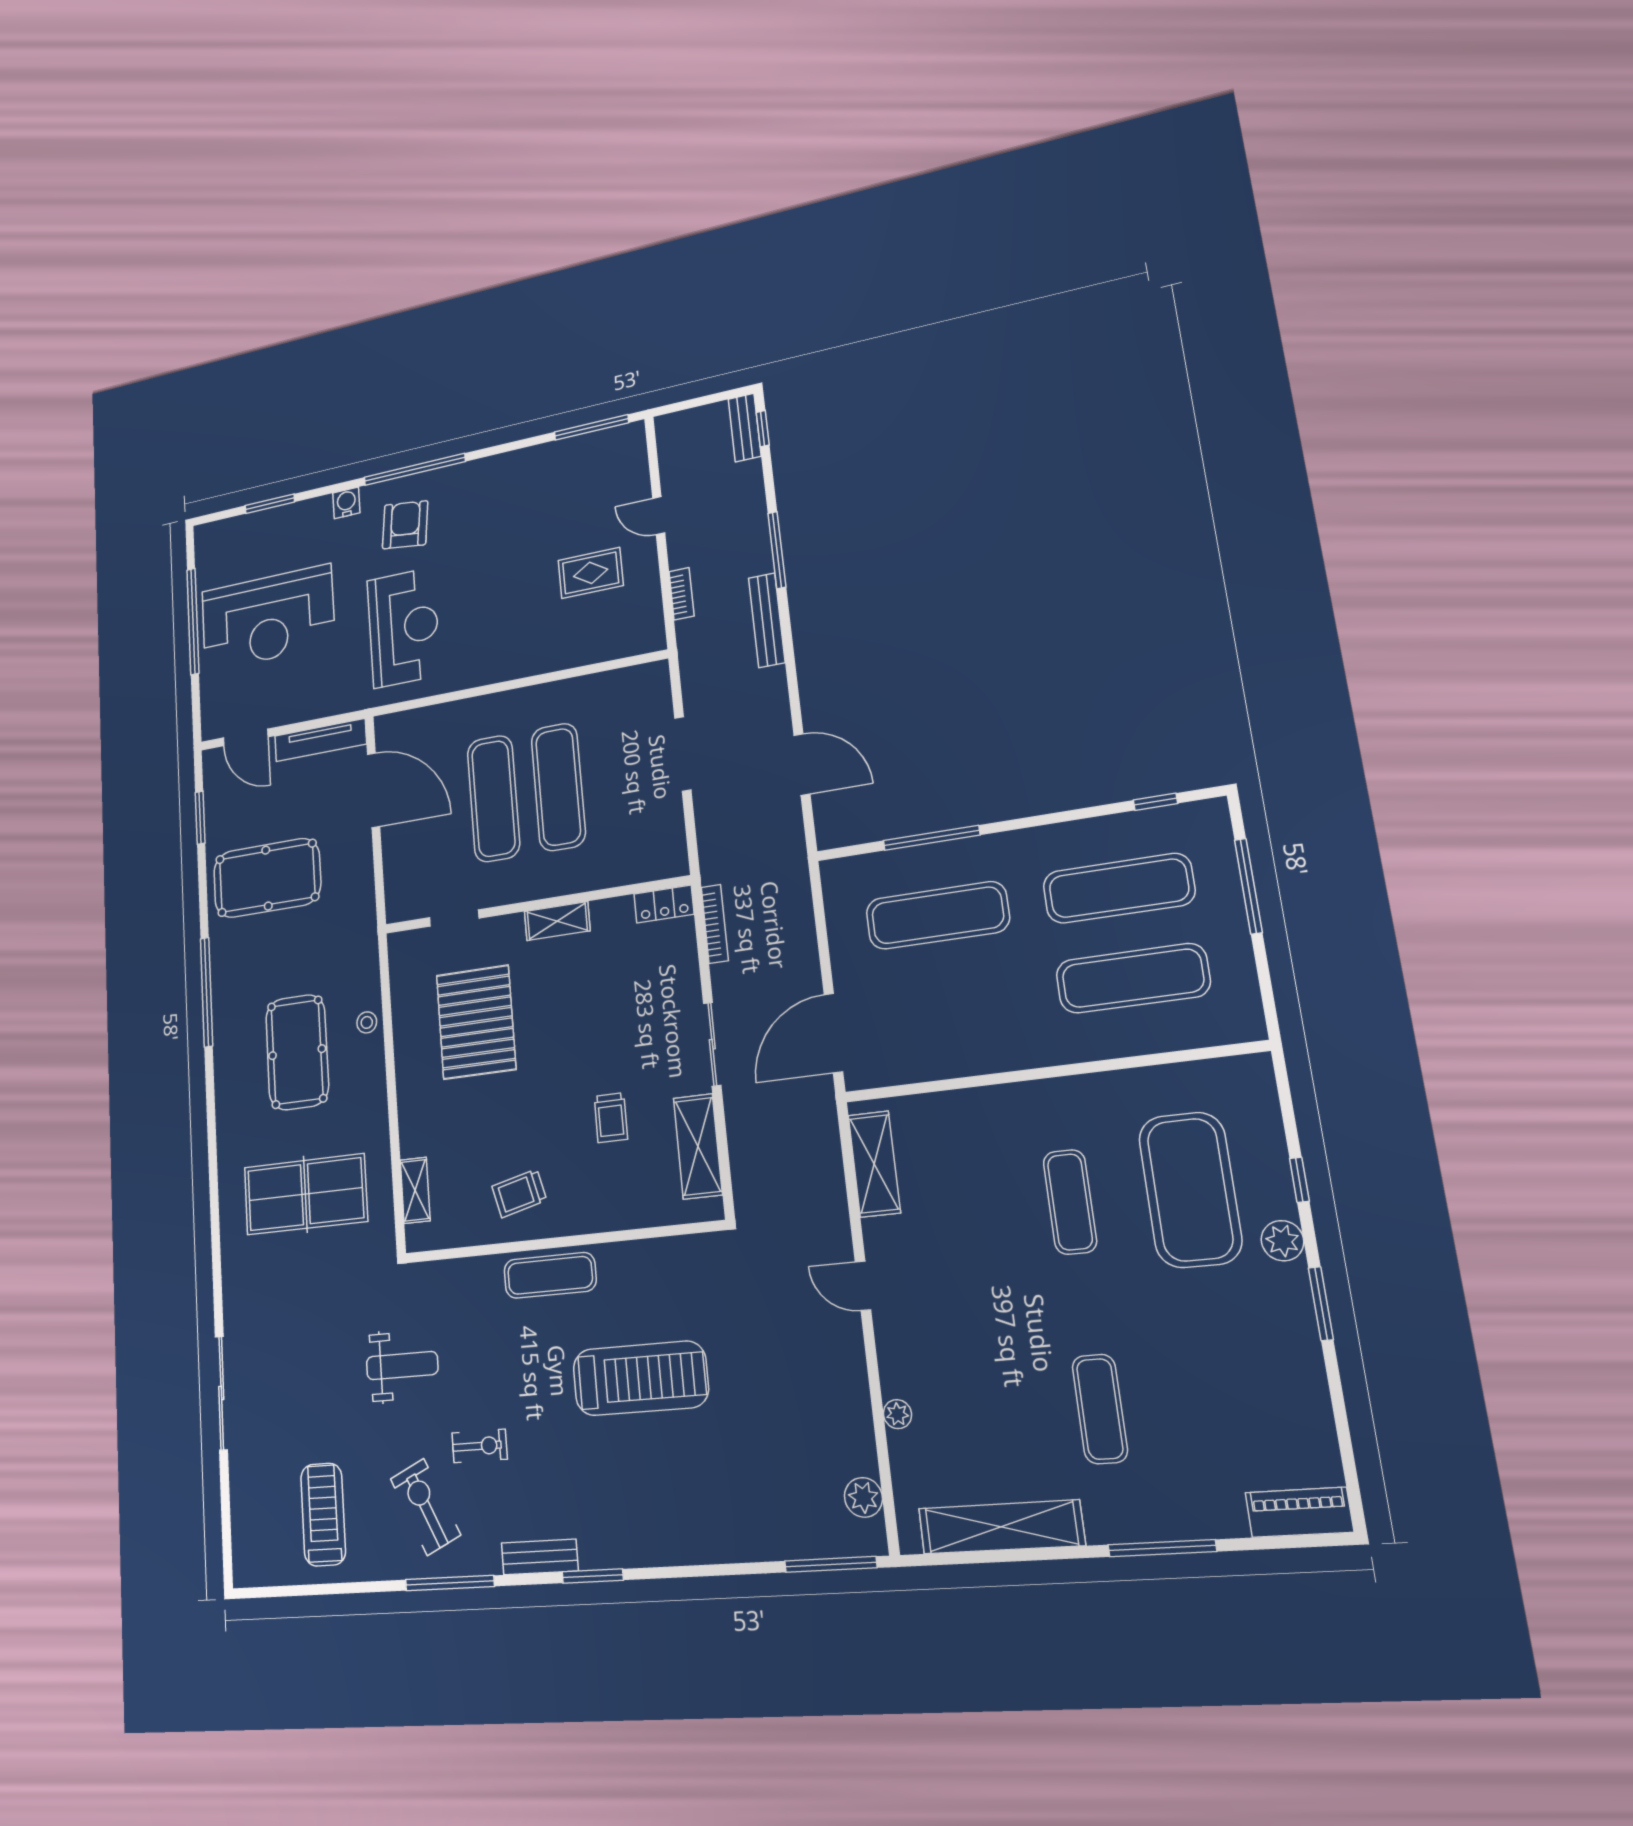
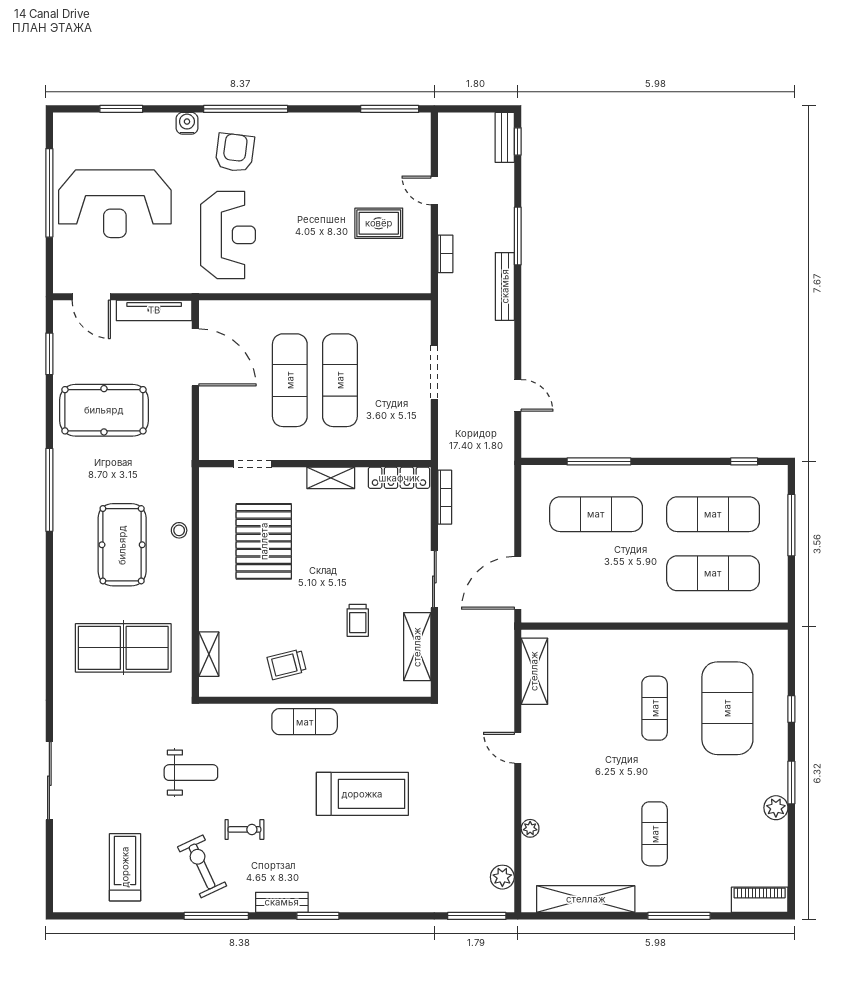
door: (802, 764) -> (518, 395), width x0.73
locker: (664, 904) -> (399, 478), width x1.53
plant: (1283, 1241) -> (776, 808), moved

